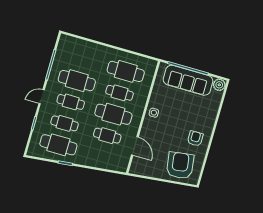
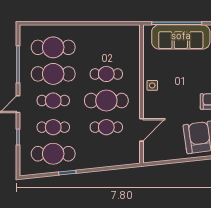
cafe table: (126, 71) -> (53, 47), moved
door: (135, 146) -> (141, 130), hinge flipped

